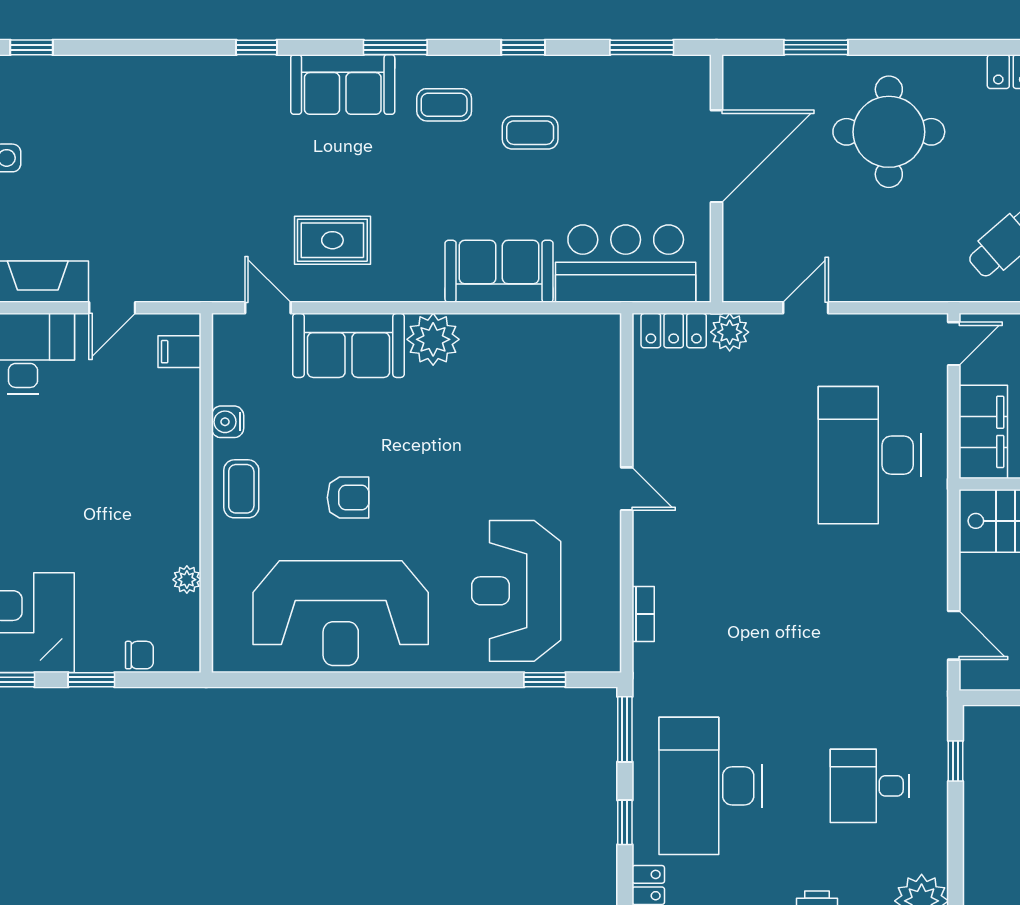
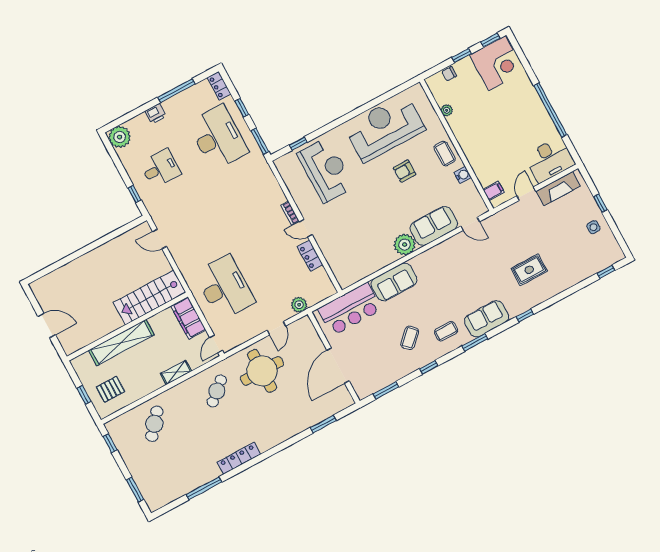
round table: (889, 132) -> (262, 371), moved
coffee table: (530, 133) -> (410, 338), turned -44
rug: (332, 240) -> (529, 270), moved
locker: (674, 331) -> (310, 256), moved, turned -90
bookcase: (643, 614) -> (290, 213), moved

